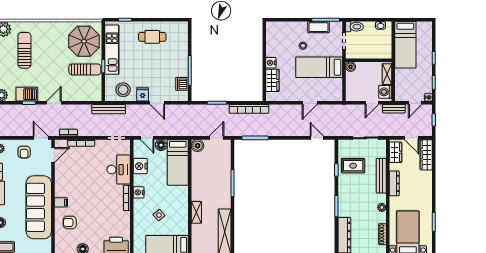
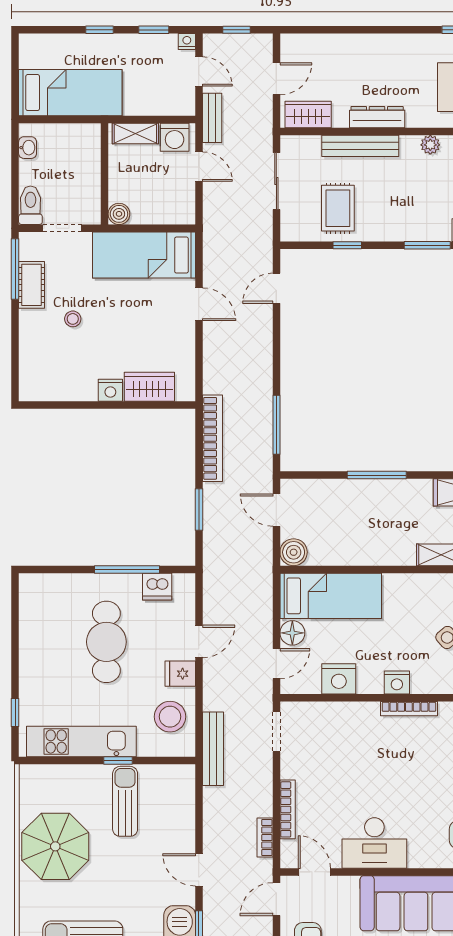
cafe table: (152, 37) -> (106, 642), moved, width x1.37, depth x1.35
parasol: (84, 41) -> (55, 846), moved
bed: (319, 67) -> (144, 255), moved, turned 90
wardrobe: (426, 155) -> (314, 47), removed
desk: (119, 170) -> (374, 843), moved, turned 180
filing cabinet: (61, 202) -> (419, 854), removed

